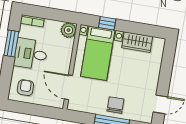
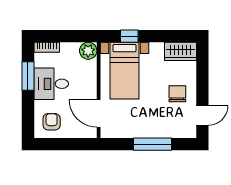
wardrobe: (137, 42) -> (181, 51), moved
chair: (115, 105) -> (177, 94), moved

